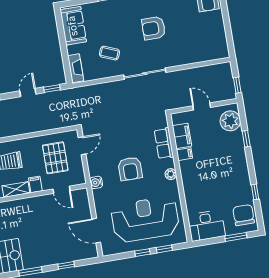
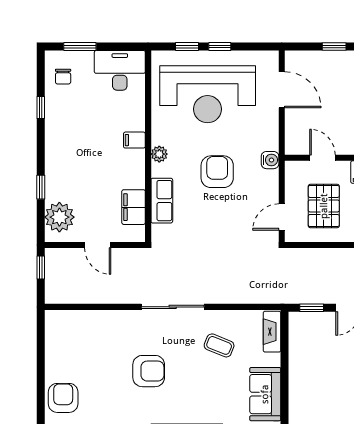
filing cabinet: (184, 154) -> (134, 140), moved
chair: (244, 215) -> (63, 77), width x0.54, depth x0.54

